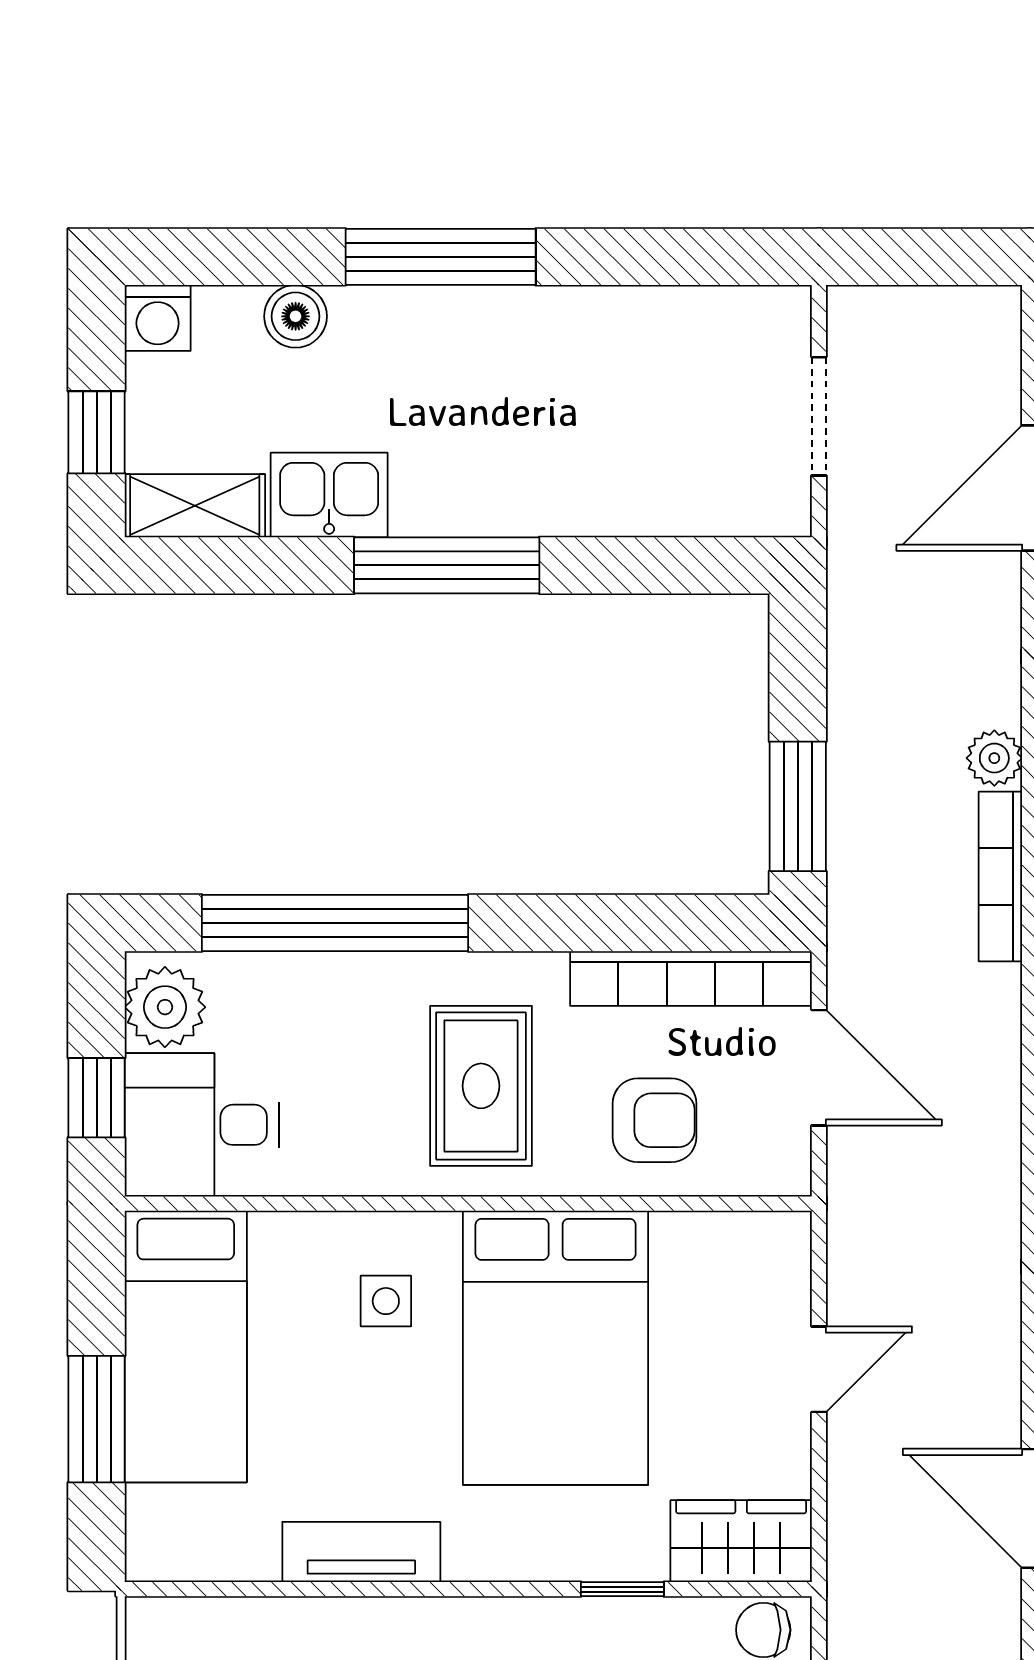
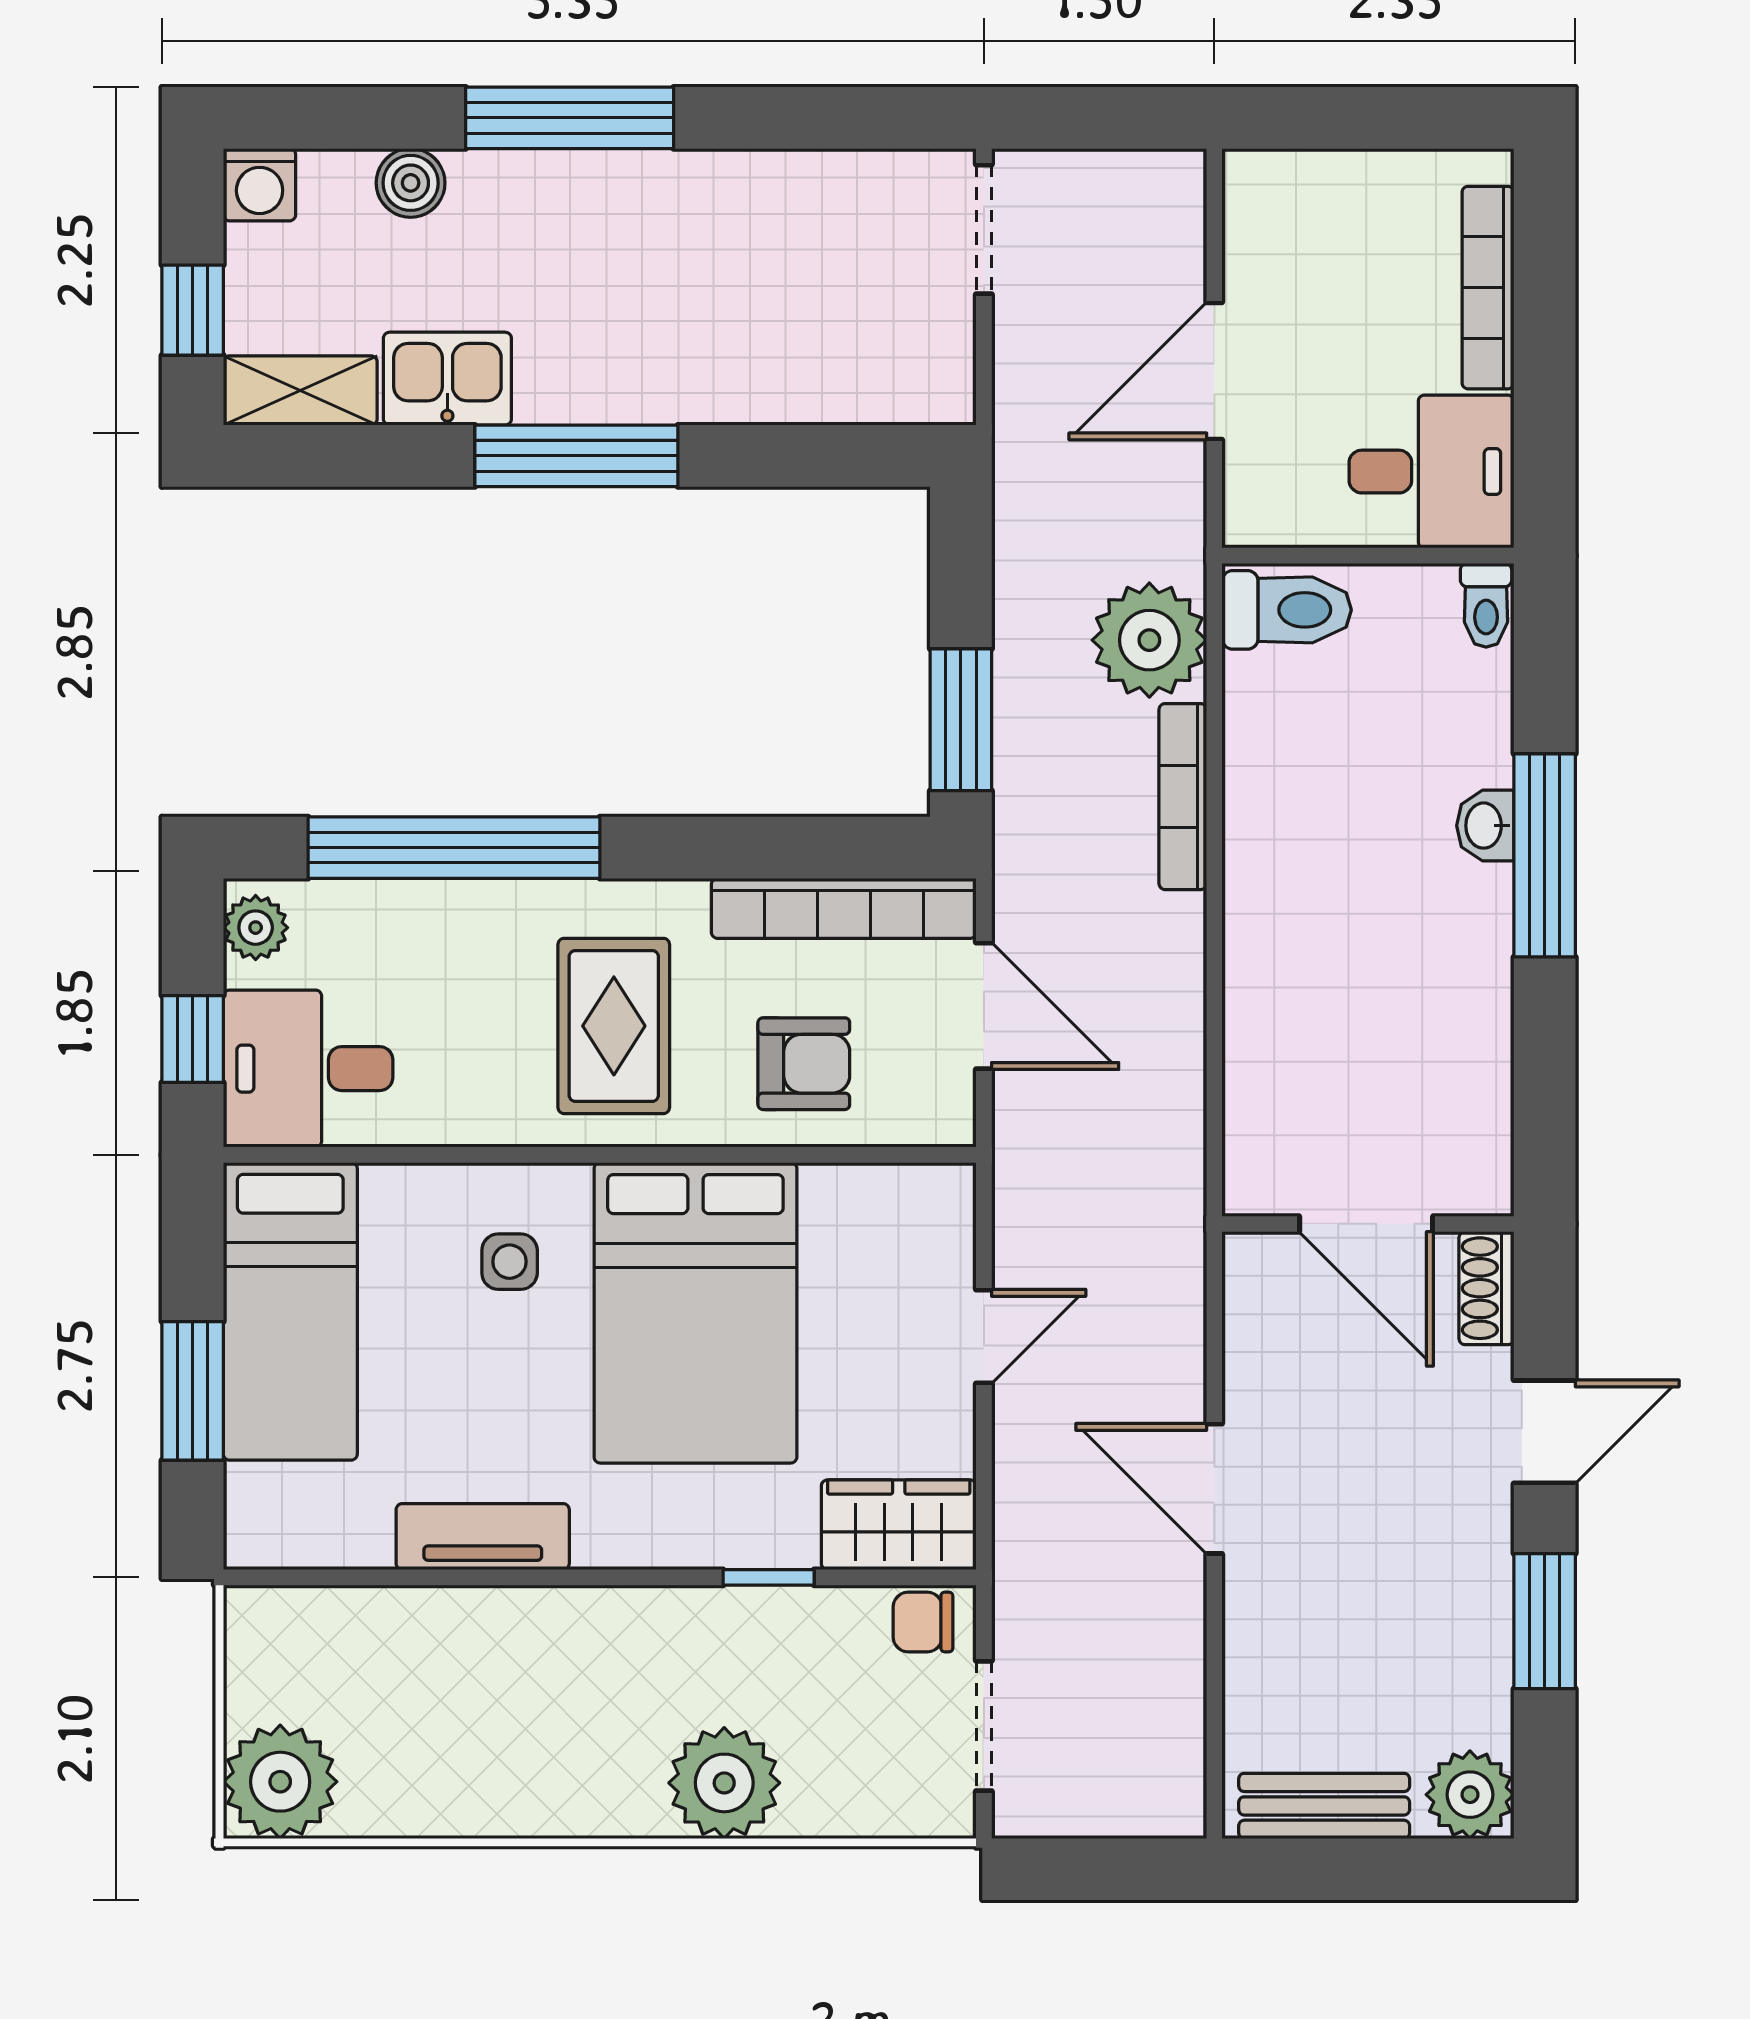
doorway: (819, 416) -> (984, 229), moved
plant: (994, 758) -> (1149, 640), width x1.88, depth x1.88
plant: (165, 1007) -> (256, 928), width x0.73, depth x0.73

